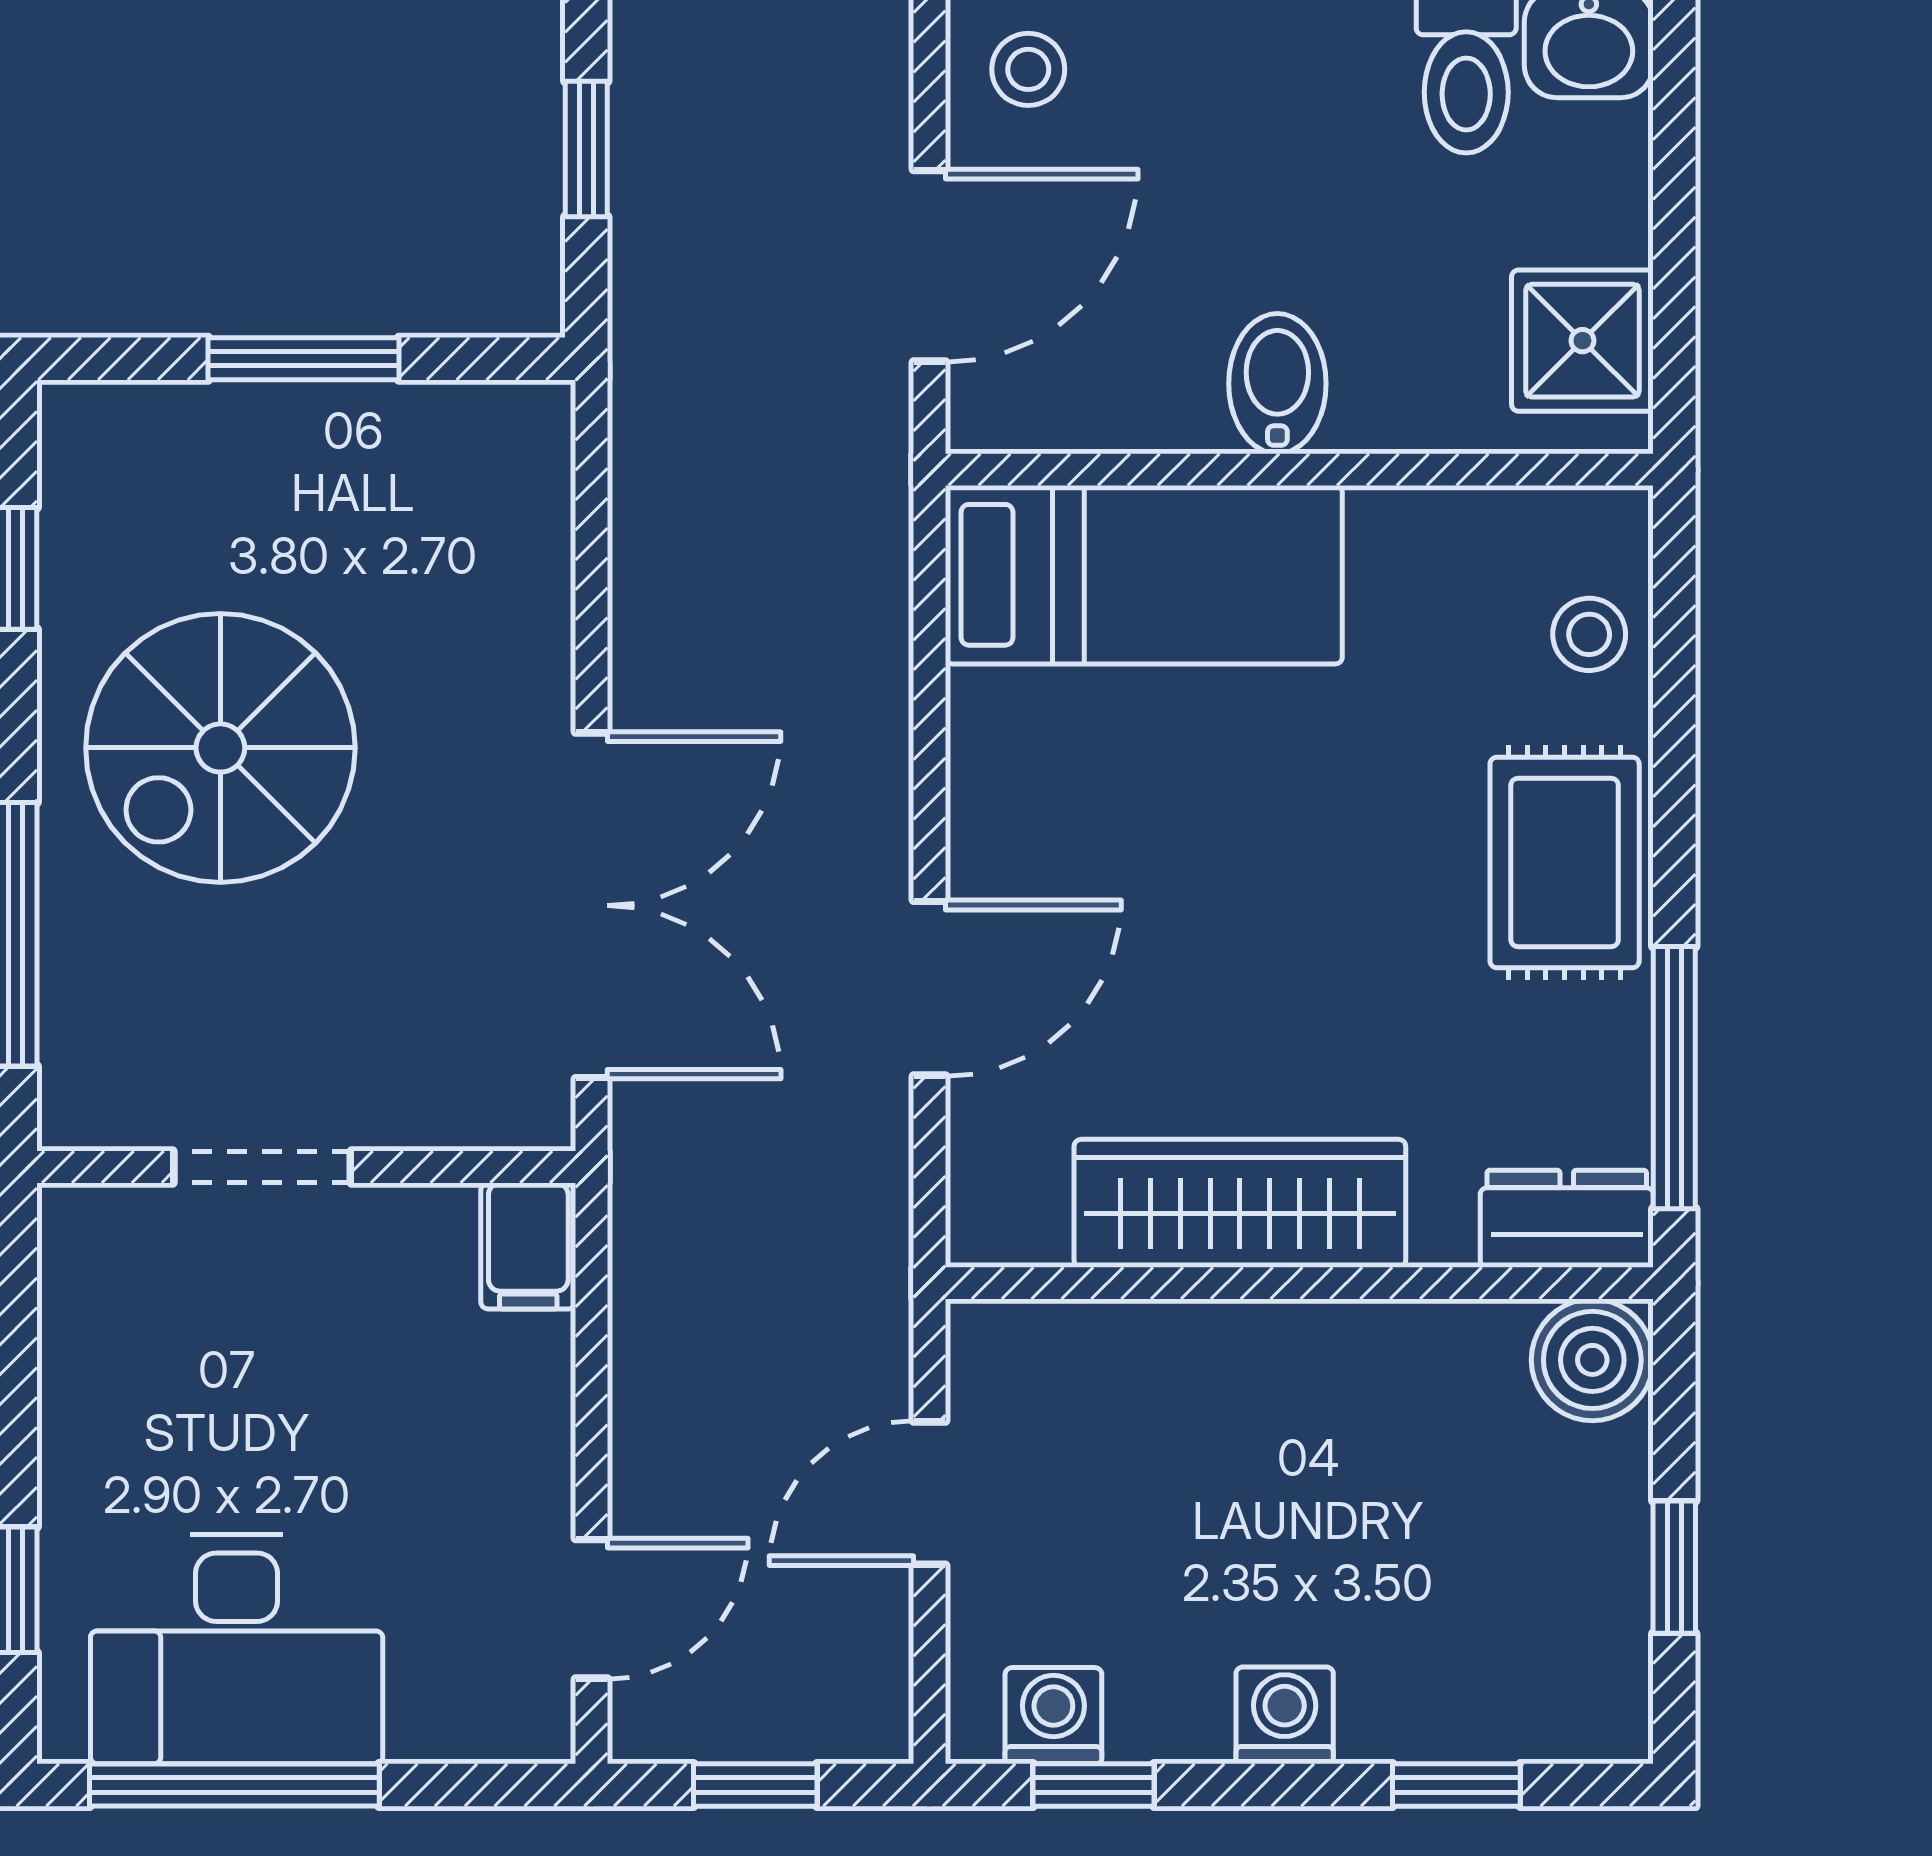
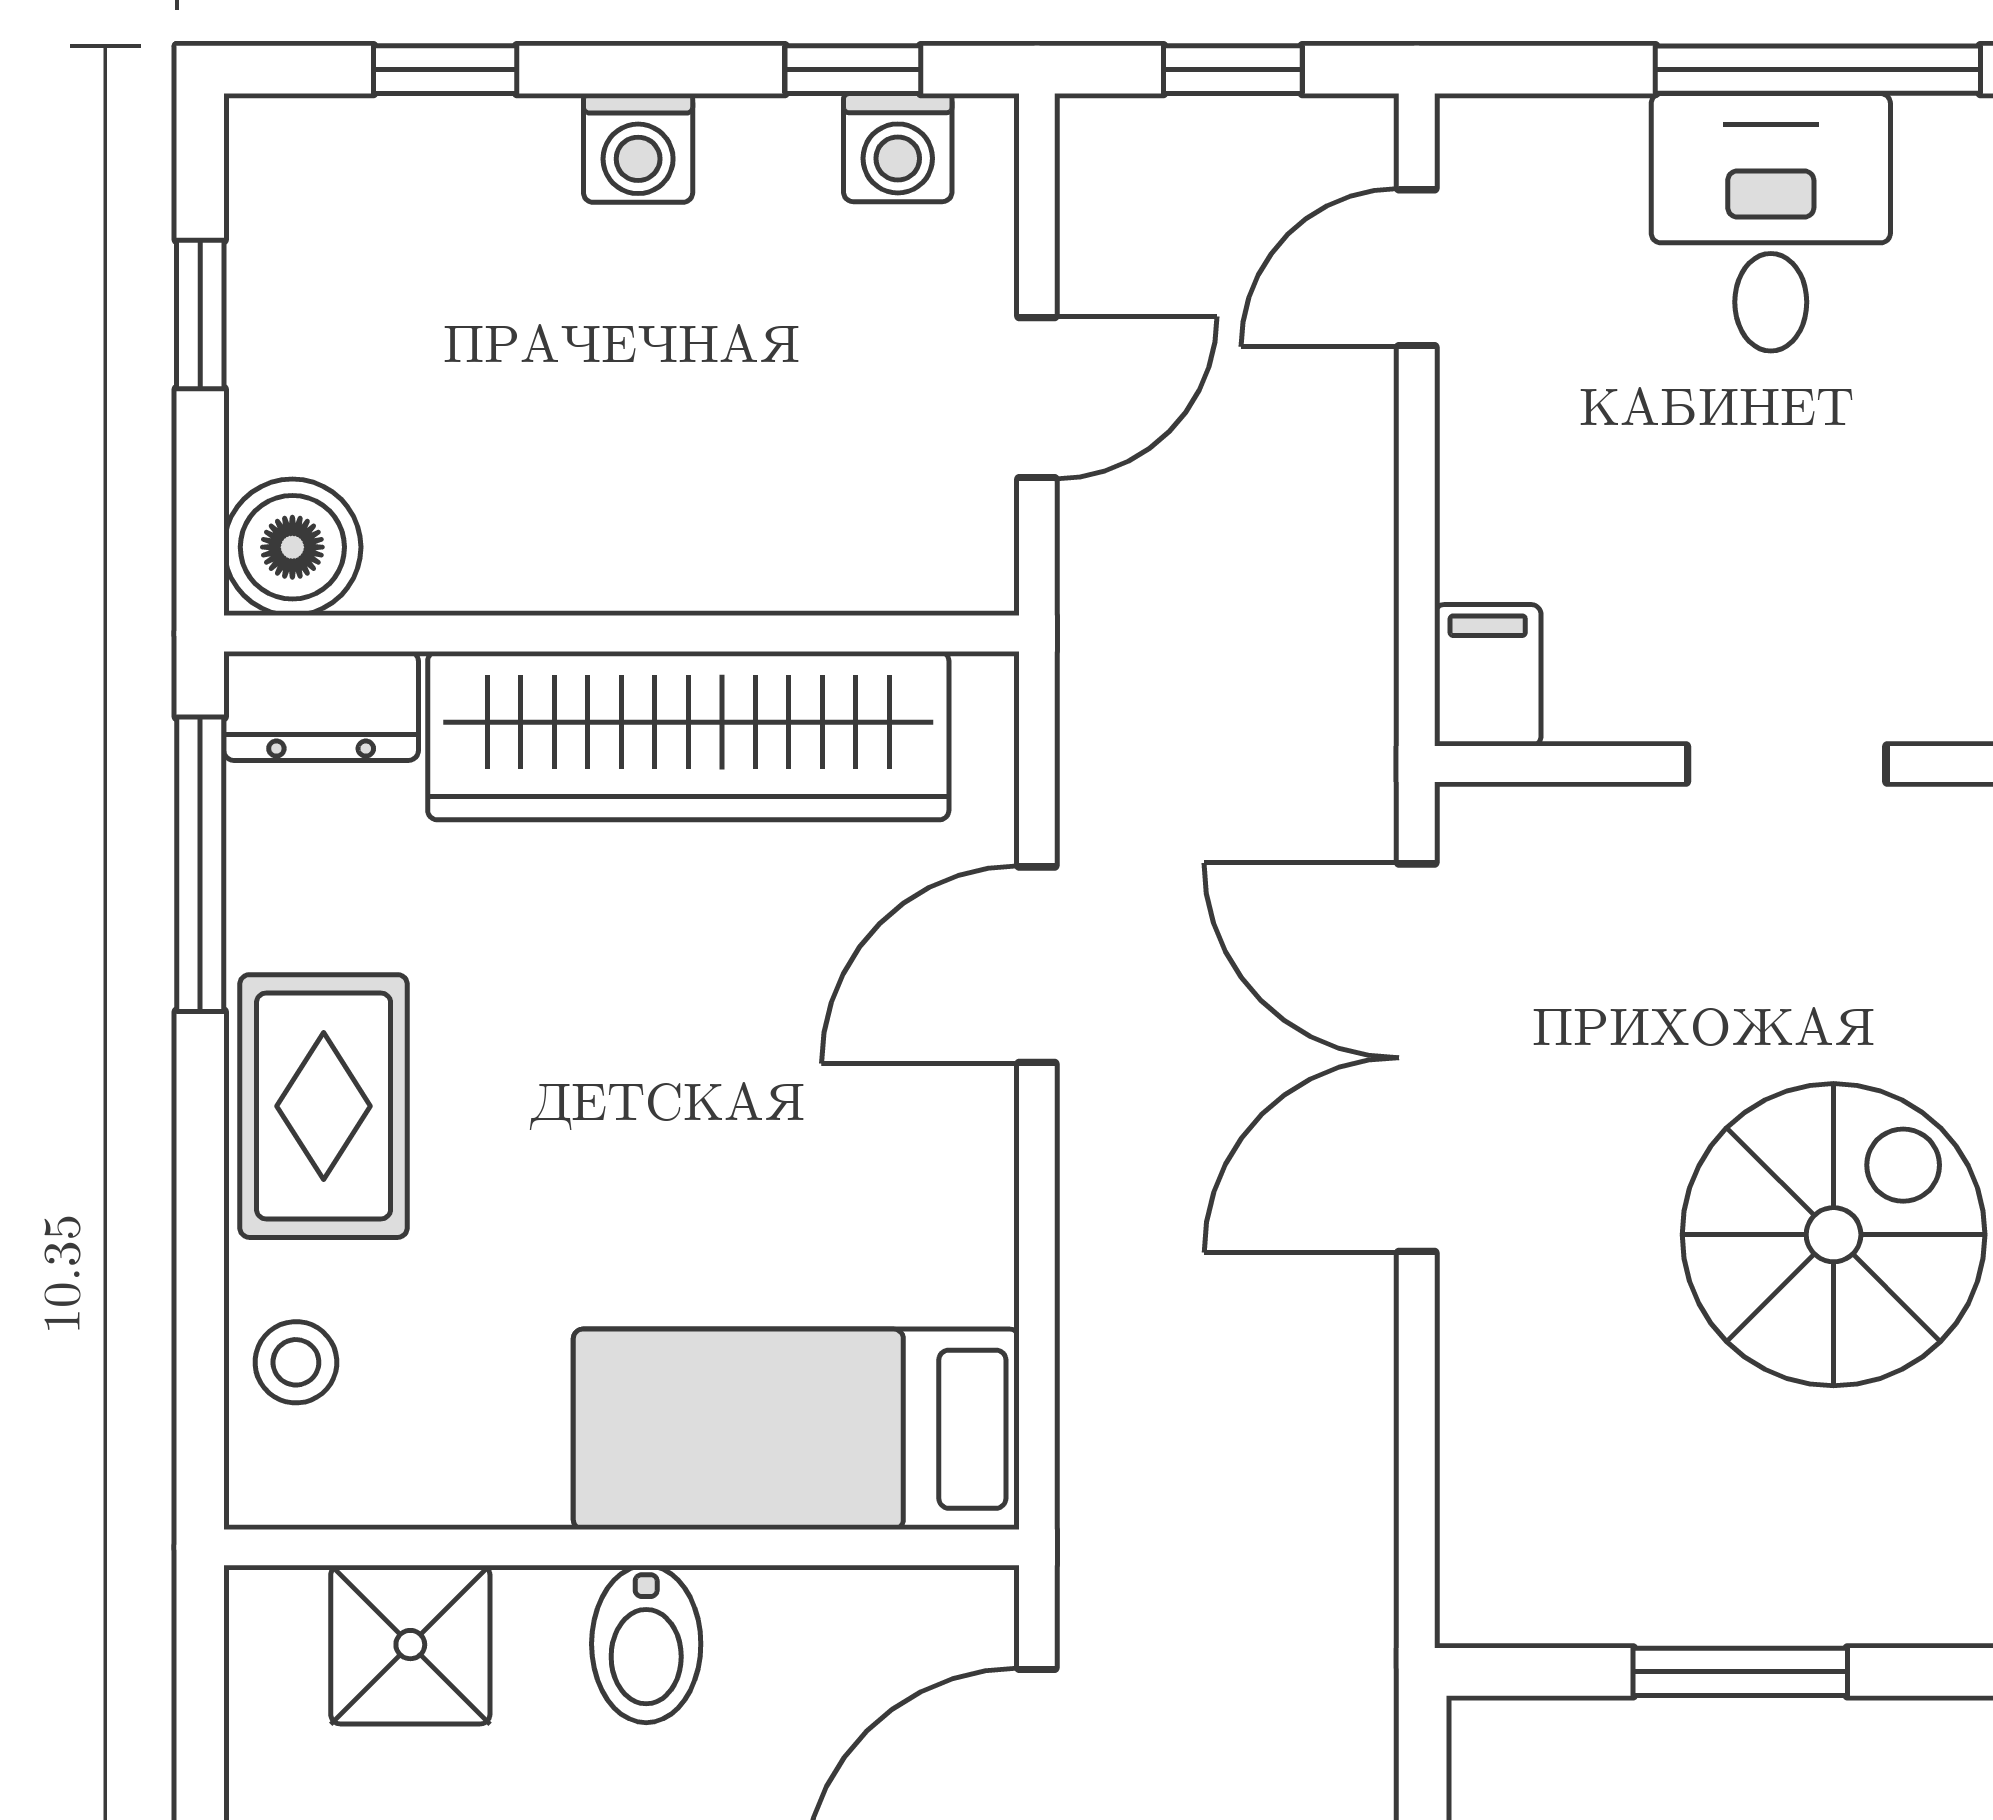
shower: (1582, 341) -> (410, 1645), moved
wardrobe: (1240, 1203) -> (688, 736), width x1.40, depth x1.17
desk: (237, 1649) -> (1771, 222), width x0.73

